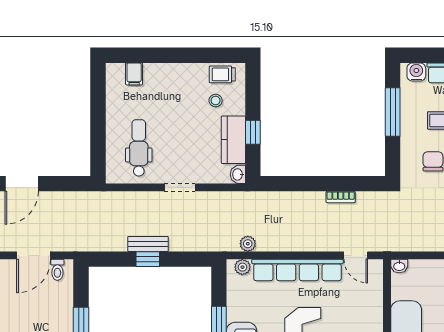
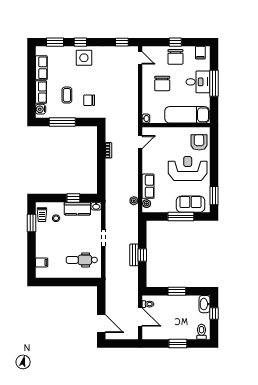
window: (207, 55) -> (31, 223), added
row of seats: (297, 270) -> (148, 186), width x0.50

